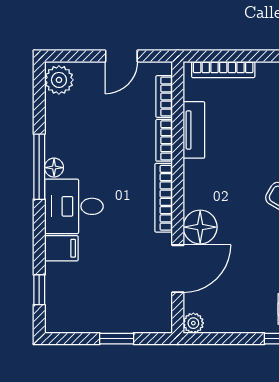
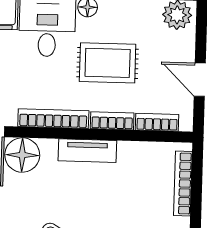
tv unit: (194, 130) -> (87, 151), moved
rug: (108, 146) -> (108, 63), added

